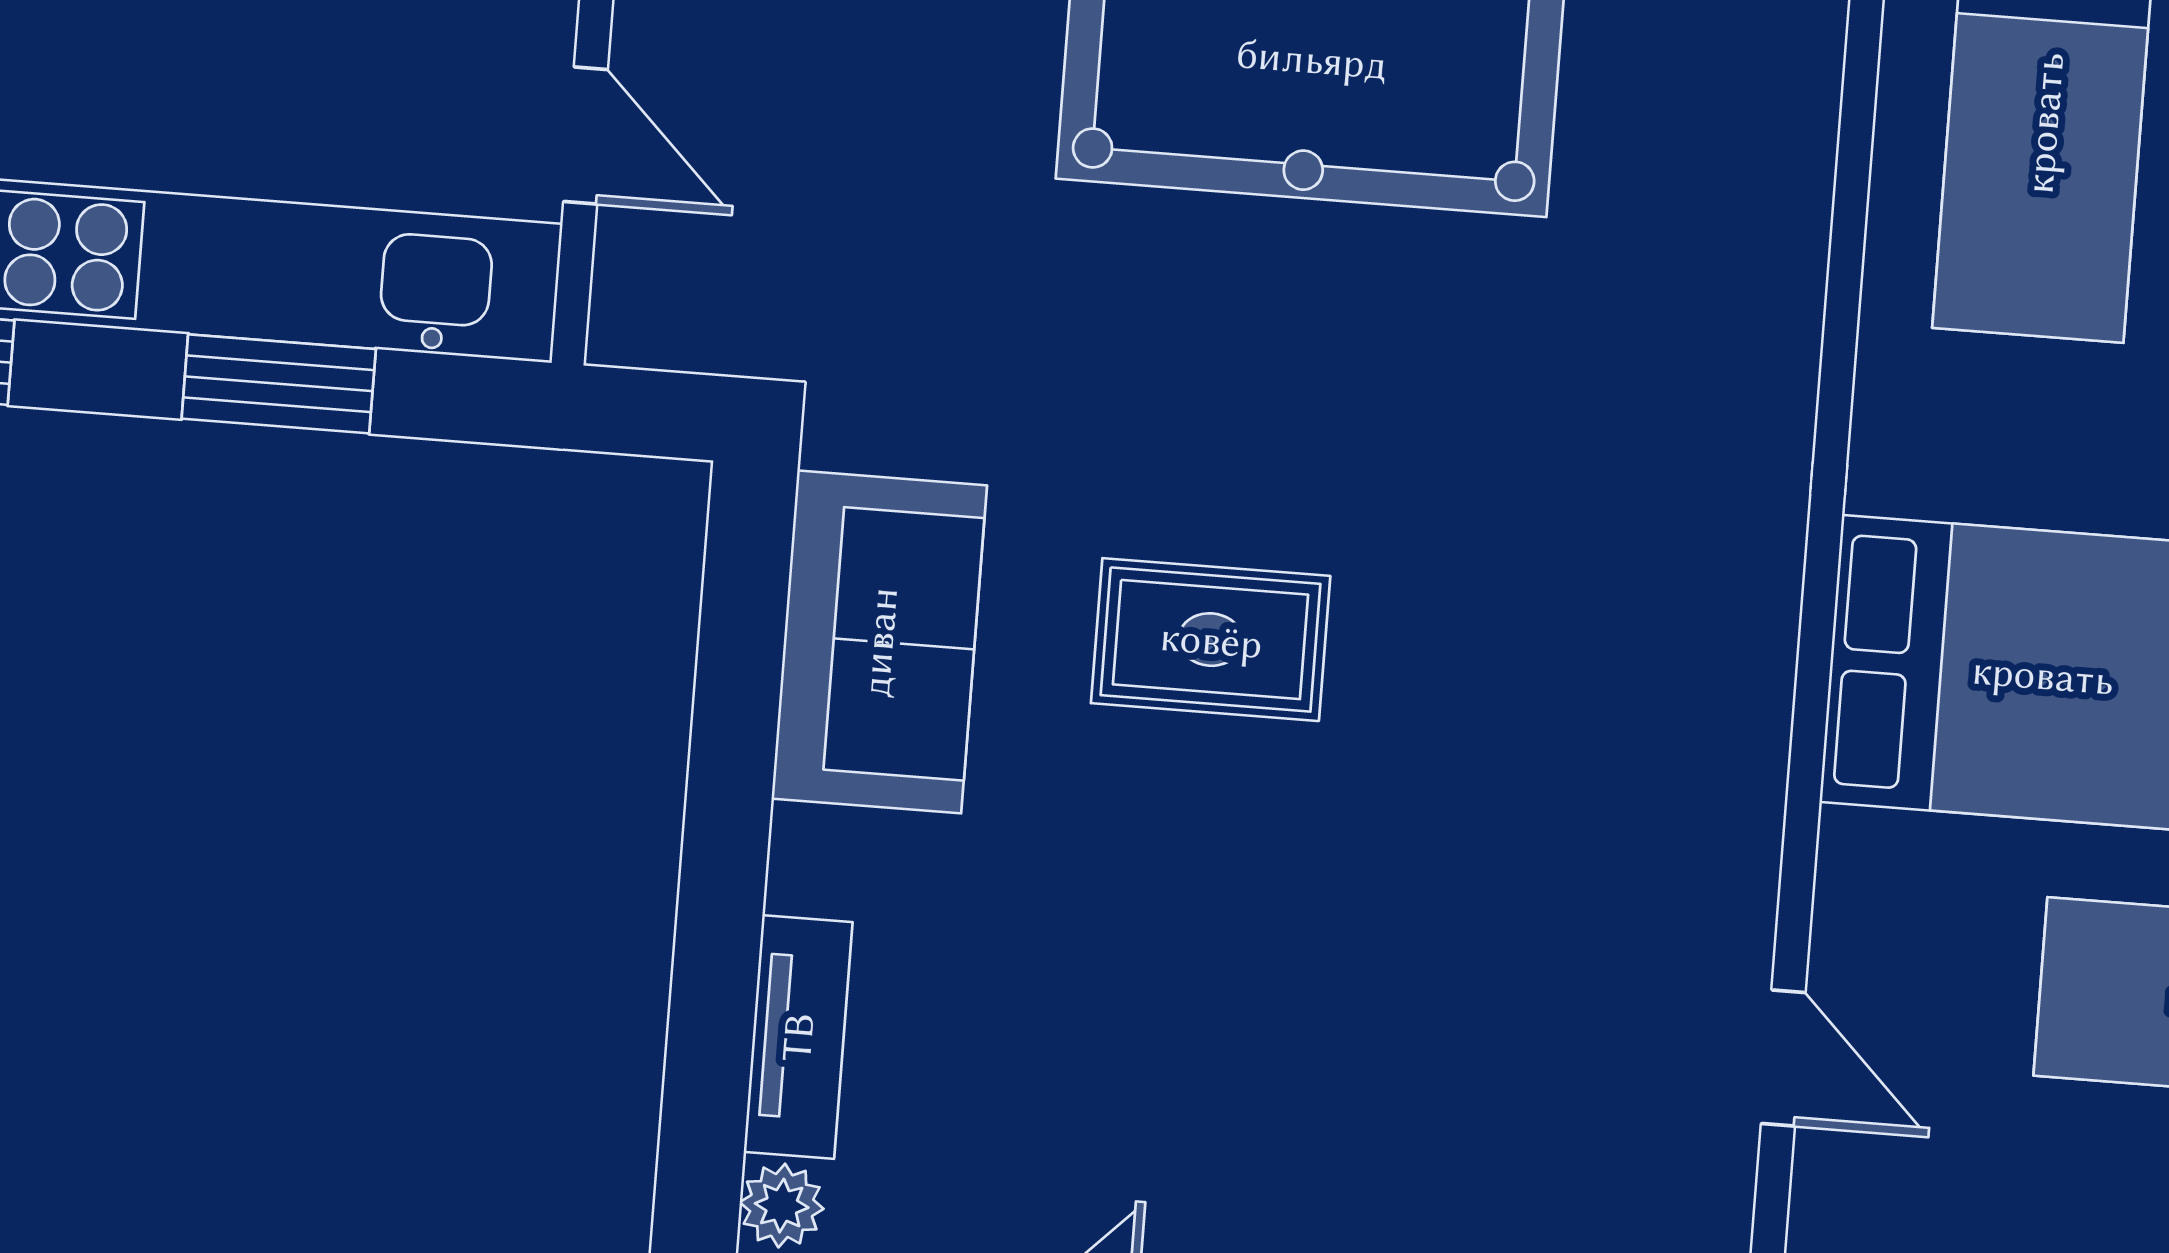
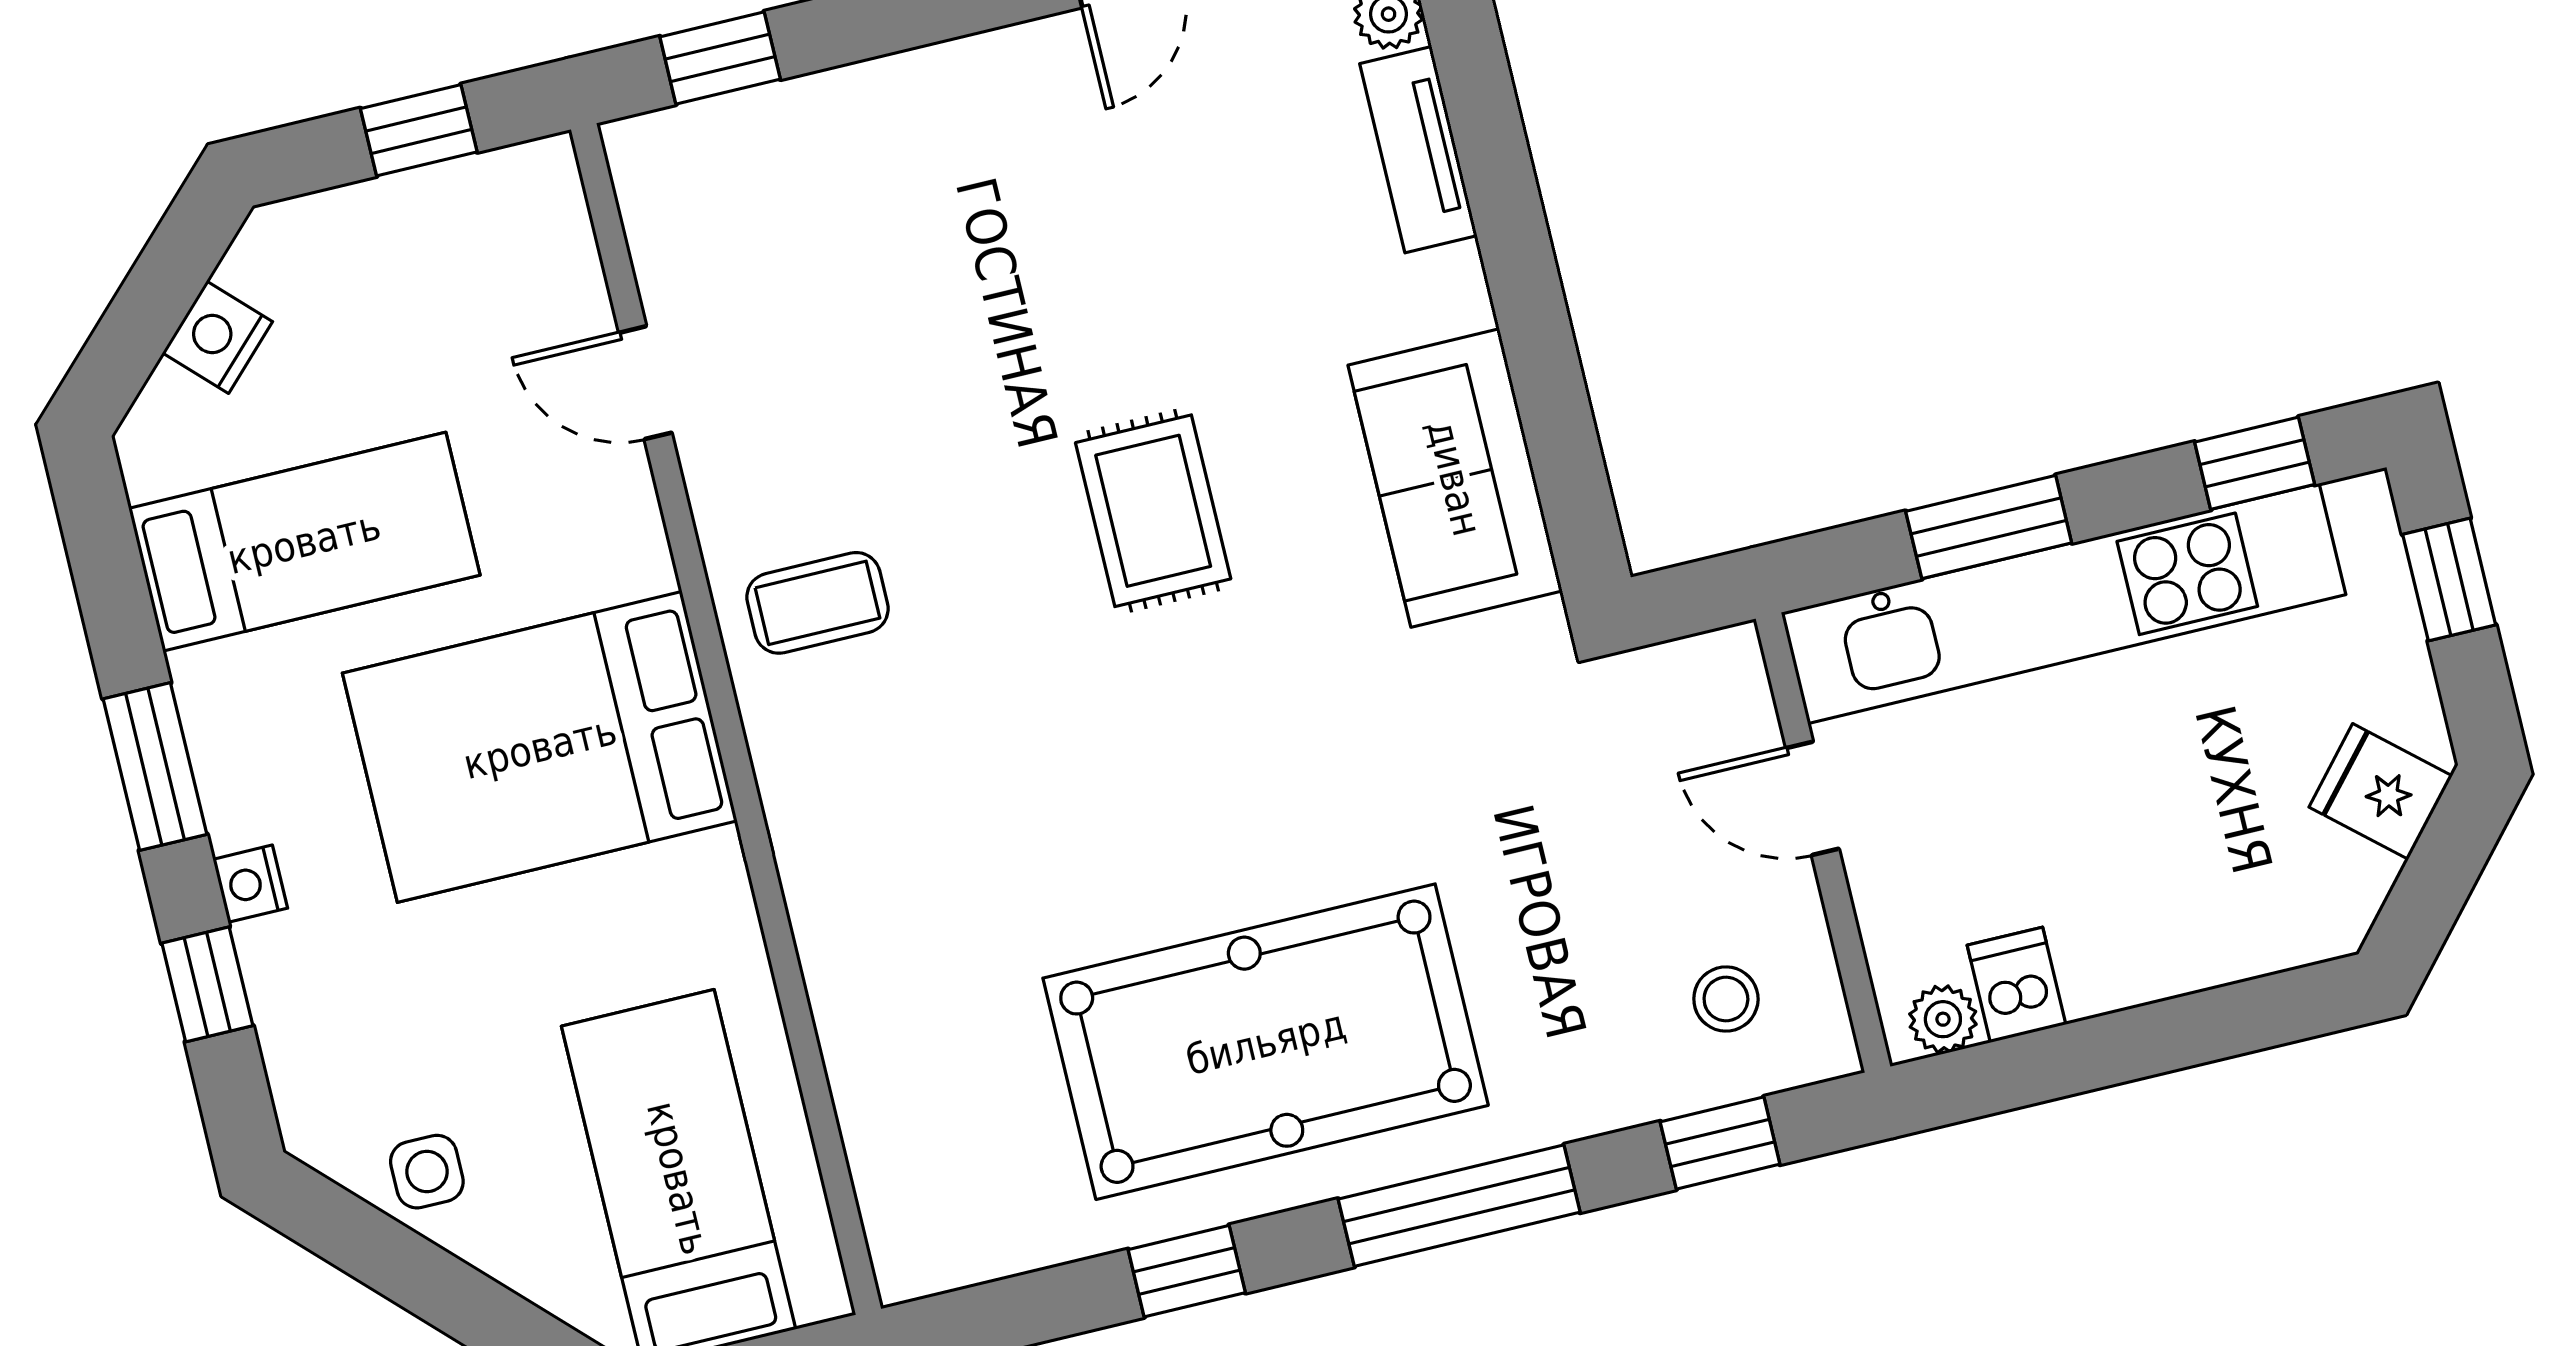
rug: (1211, 640) -> (1153, 511), moved, turned 90
coffee table: (1666, 737) -> (817, 603), added

